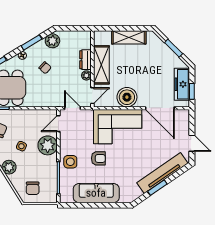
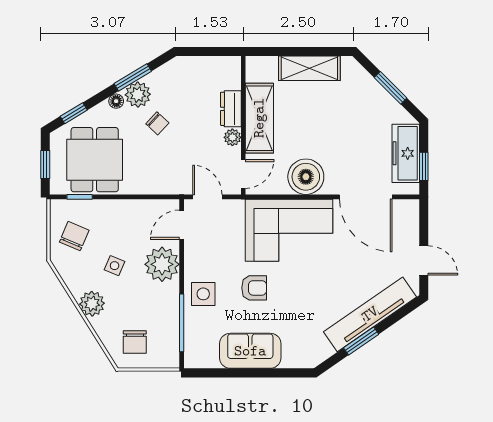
plant: (52, 41) -> (138, 95), moved
sofa: (96, 193) -> (250, 351), width x0.73

